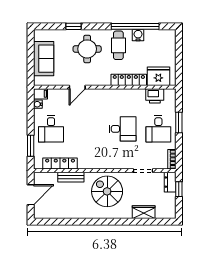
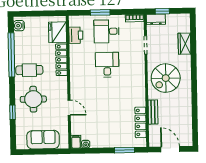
water cooler: (138, 35) -> (19, 26), moved
desk: (51, 129) -> (108, 131), removed
desk: (158, 129) -> (107, 31), turned 180

